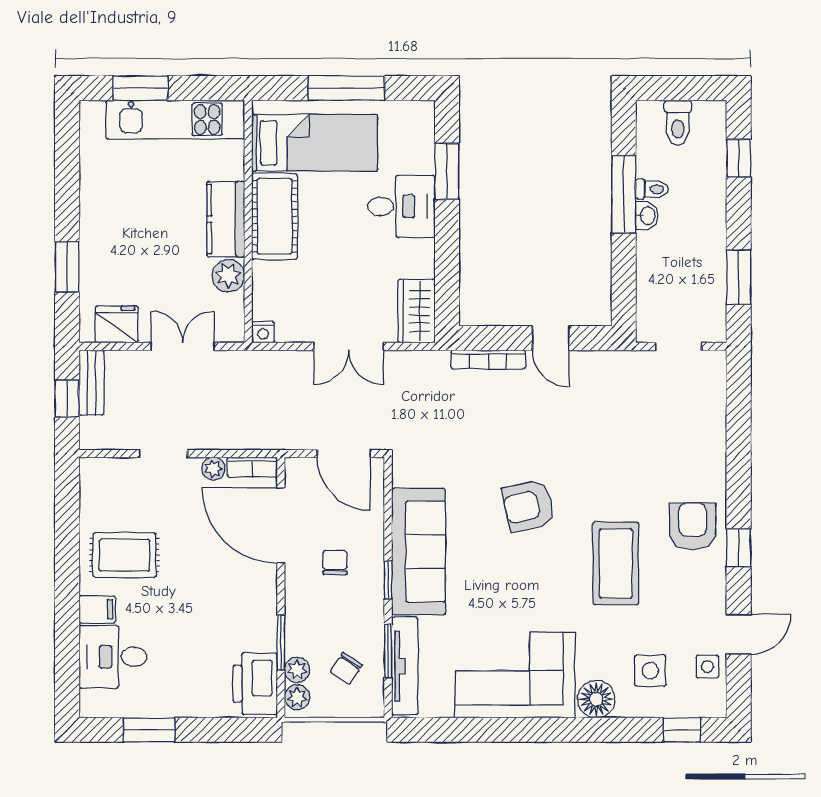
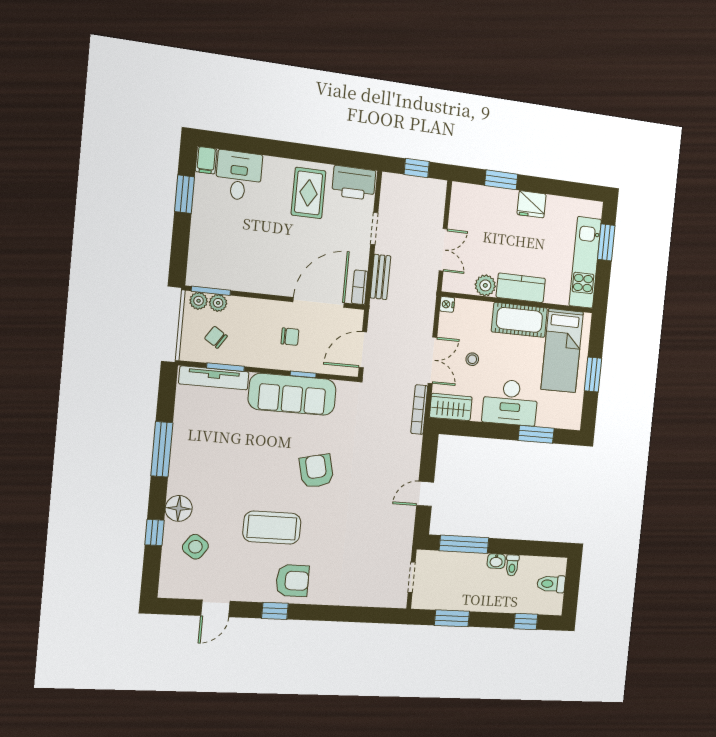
window: (347, 88) -> (593, 375), width x0.69
window: (624, 194) -> (464, 544), moved
desk: (401, 206) -> (510, 402), width x1.37
stool: (341, 285) -> (472, 359), added
fridge: (117, 324) -> (532, 204), moved, turned 90
double door: (349, 346) -> (432, 360), swing flipped
bookcase: (488, 360) -> (419, 410), moved
bench: (92, 383) -> (380, 277), moved, turned 90
plant: (213, 469) -> (361, 261), removed
window: (388, 580) -> (303, 374), moved
filing cabinet: (97, 609) -> (206, 160), moved
door: (739, 634) -> (215, 608), hinge flipped
window: (281, 642) -> (211, 291), moved
side table: (707, 667) -> (195, 586), removed
side table: (650, 671) -> (195, 547), turned 35
corner sofa: (515, 675) -> (201, 454), removed
printer: (255, 684) -> (354, 183), moved, turned 180
window: (513, 730) -> (162, 449), added
window: (682, 730) -> (154, 532), moved

